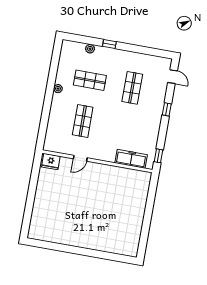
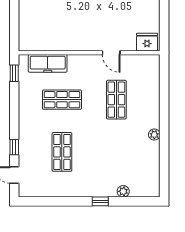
shop shelf: (90, 80) -> (62, 100), moved
window: (167, 109) -> (14, 147), moved
door: (80, 158) -> (111, 53), swing flipped

